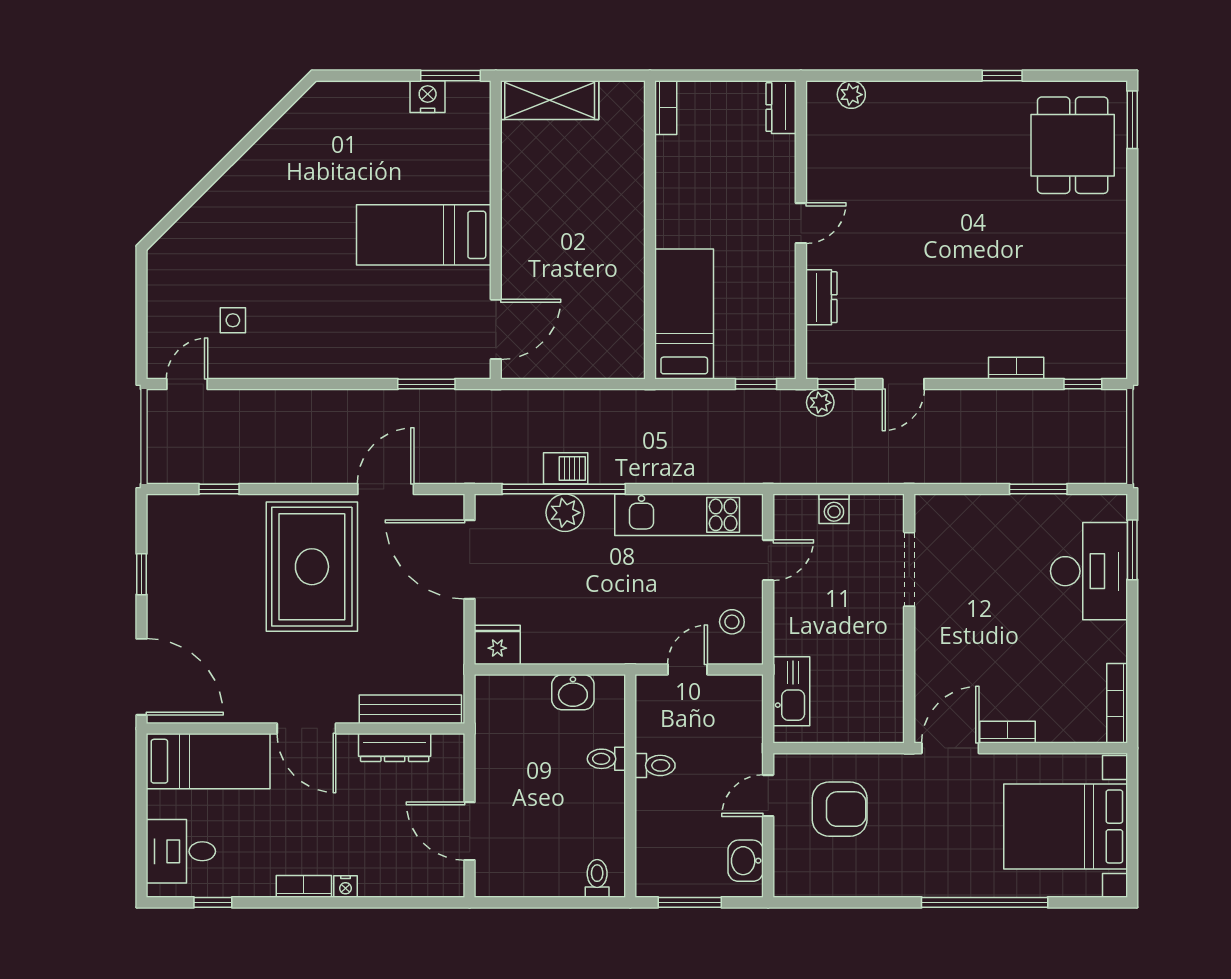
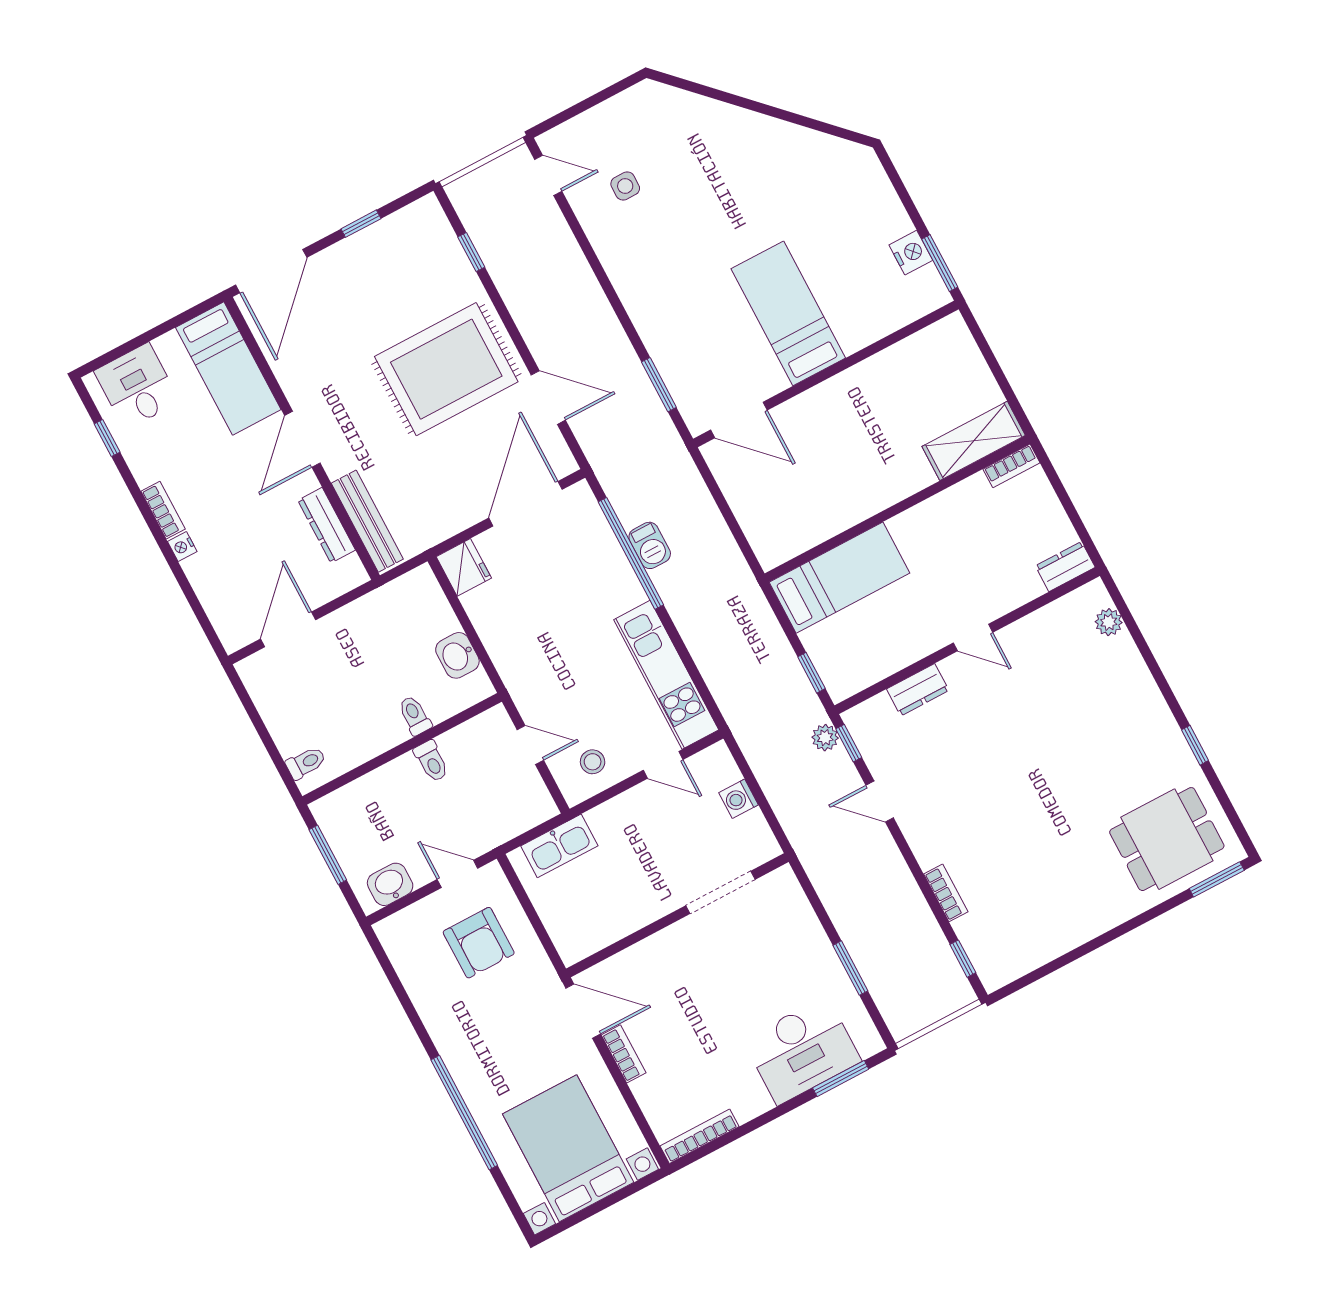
shelving: (550, 100) -> (974, 441), moved, turned 90
plant: (565, 513) -> (611, 565), removed

